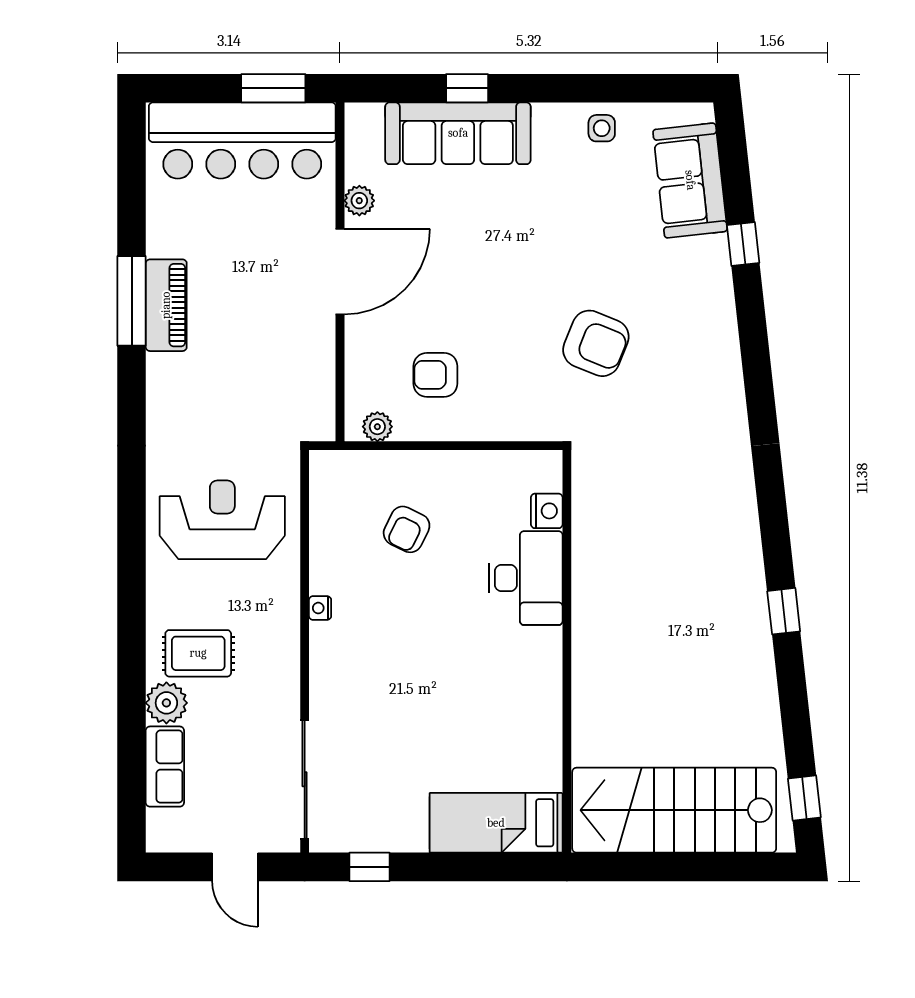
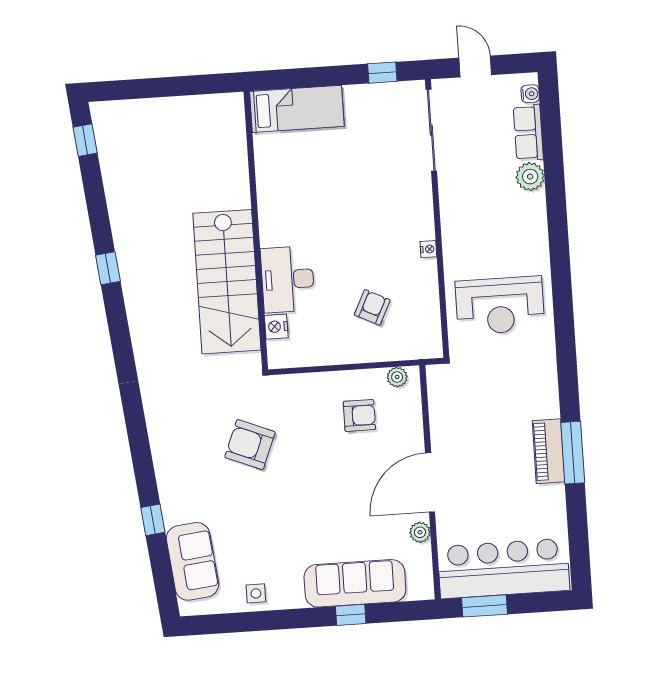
rug: (198, 653) -> (510, 212), removed
stairs: (674, 810) -> (227, 282), moved, turned 90
water cooler: (158, 822) -> (530, 94), added

